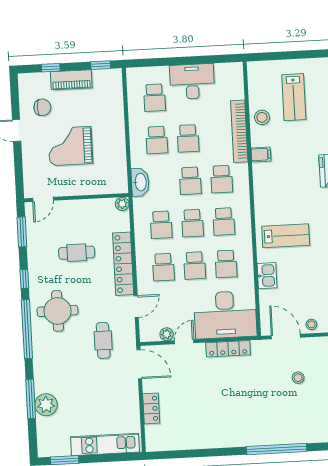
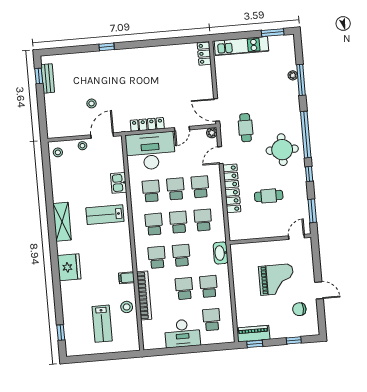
piano: (71, 80) -> (253, 334), moved
lab bench: (294, 97) -> (102, 324), turned 180
plant: (122, 204) -> (234, 235), removed
plant: (167, 334) -> (212, 133), moved
door: (286, 336) -> (102, 136), swing flipped
plant: (46, 405) -> (293, 75), width x0.53, depth x0.53
locker: (151, 408) -> (204, 54), moved
window: (277, 449) -> (107, 47), width x0.32

